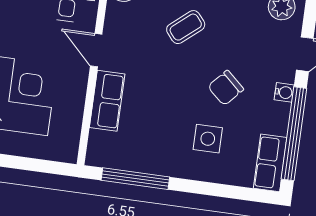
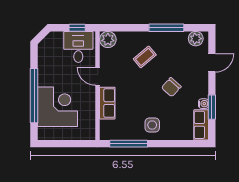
water cooler: (284, 92) -> (204, 104), moved
window: (294, 134) -> (212, 107), width x0.47
side table: (208, 139) -> (152, 125), moved

